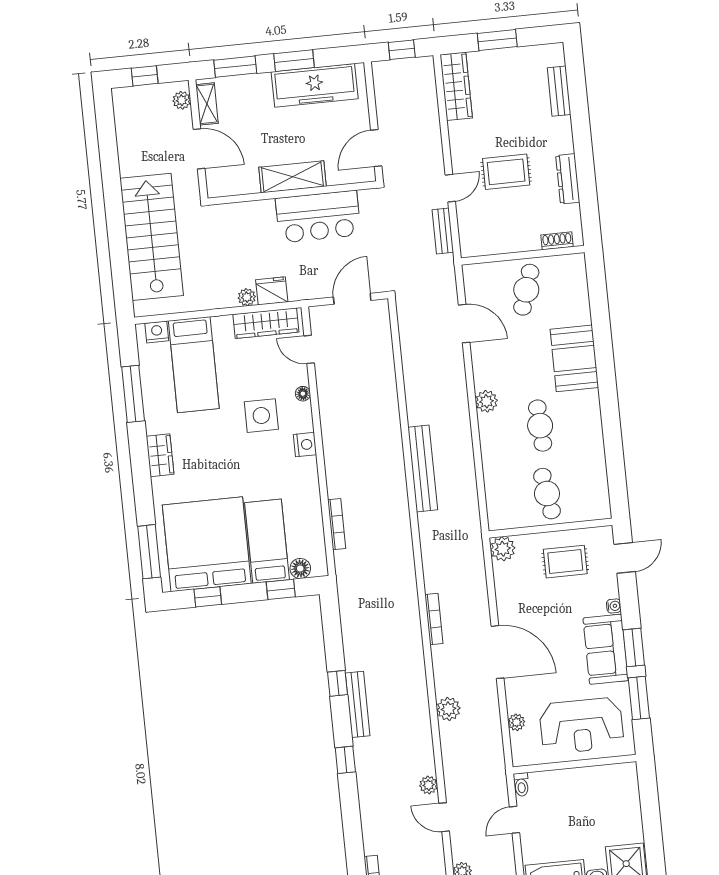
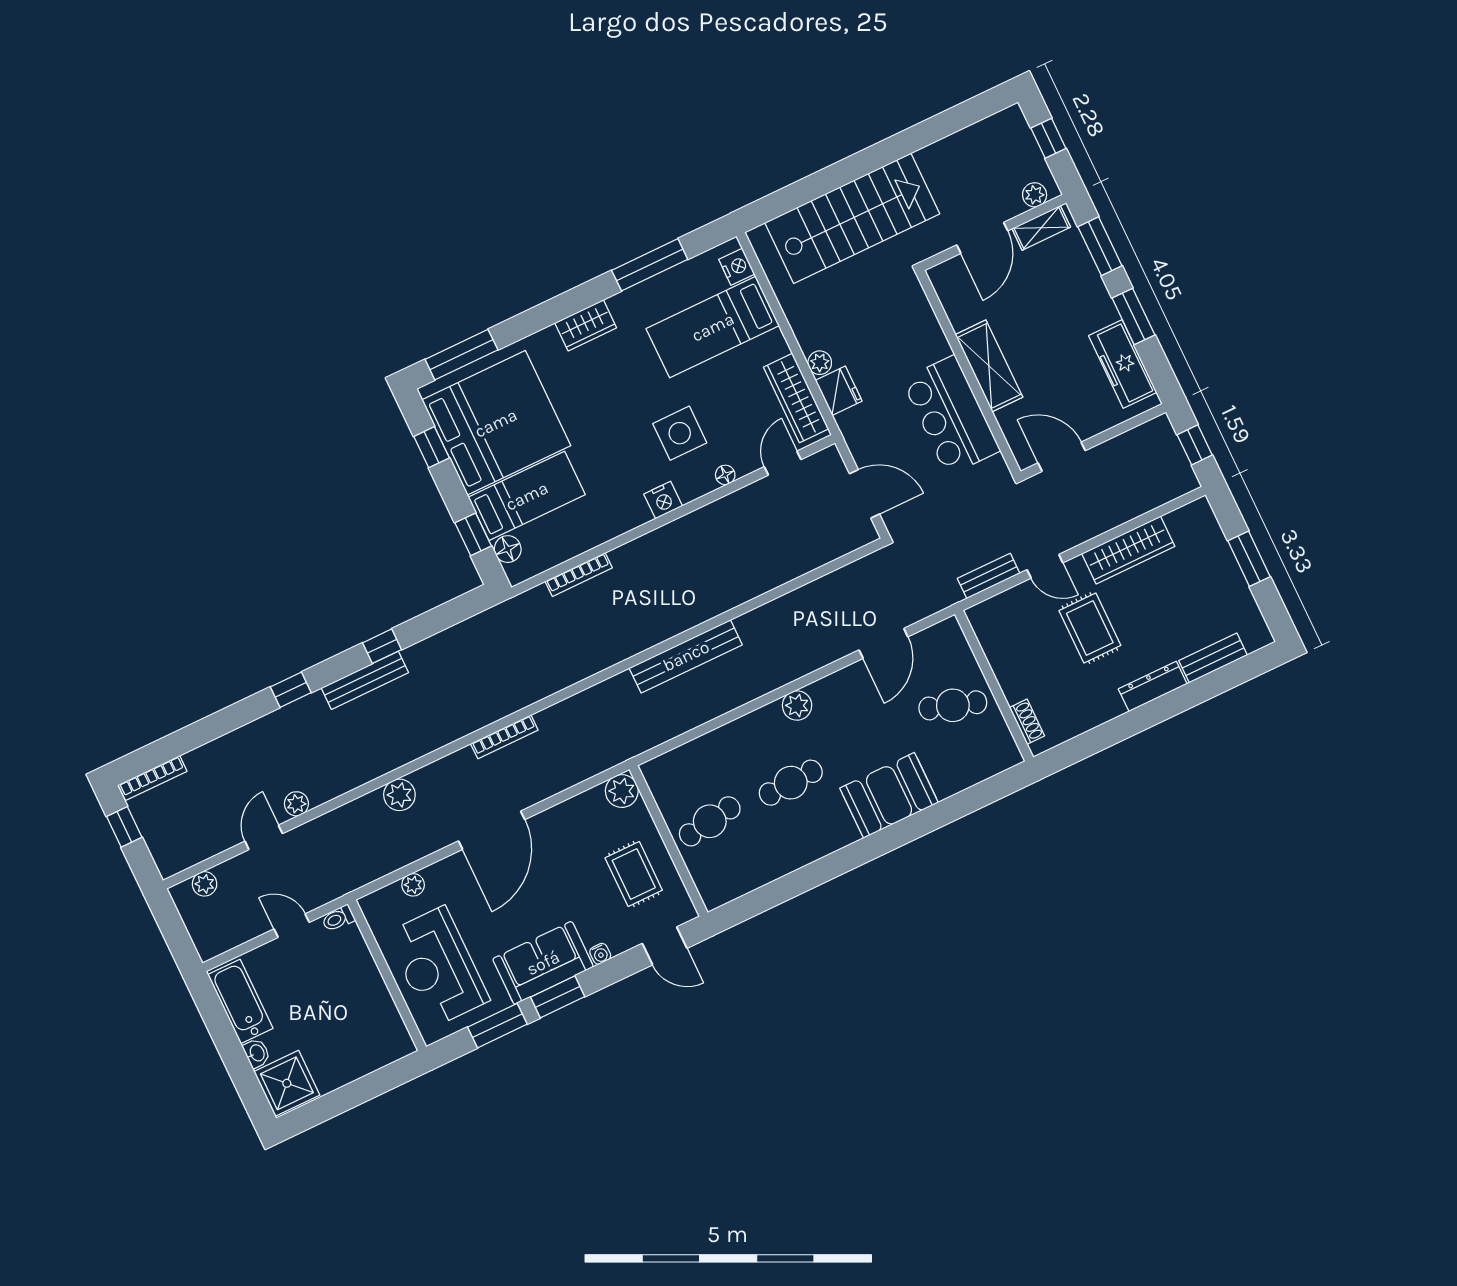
freezer: (315, 85) -> (1123, 364), width x0.73, depth x0.79
wardrobe: (456, 86) -> (1128, 550), moved
dresser: (568, 179) -> (1153, 686), moved

